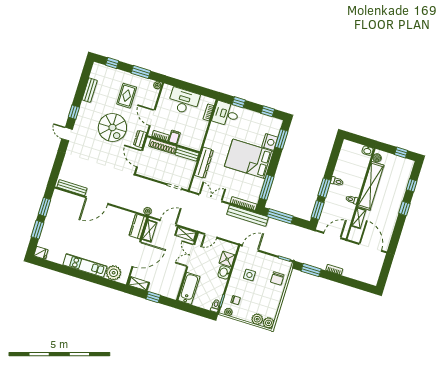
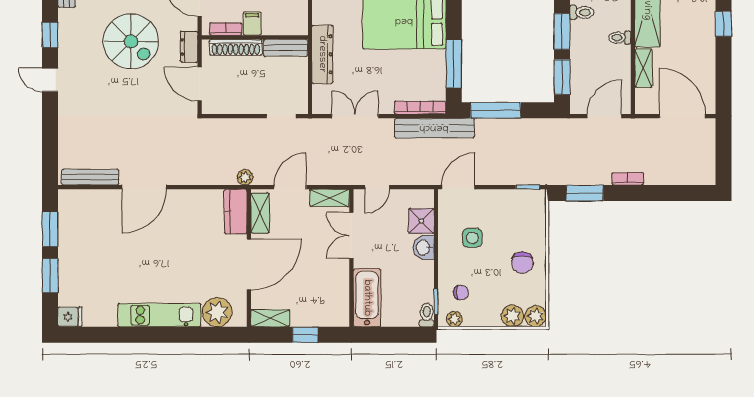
chair: (277, 278) -> (522, 263), moved

